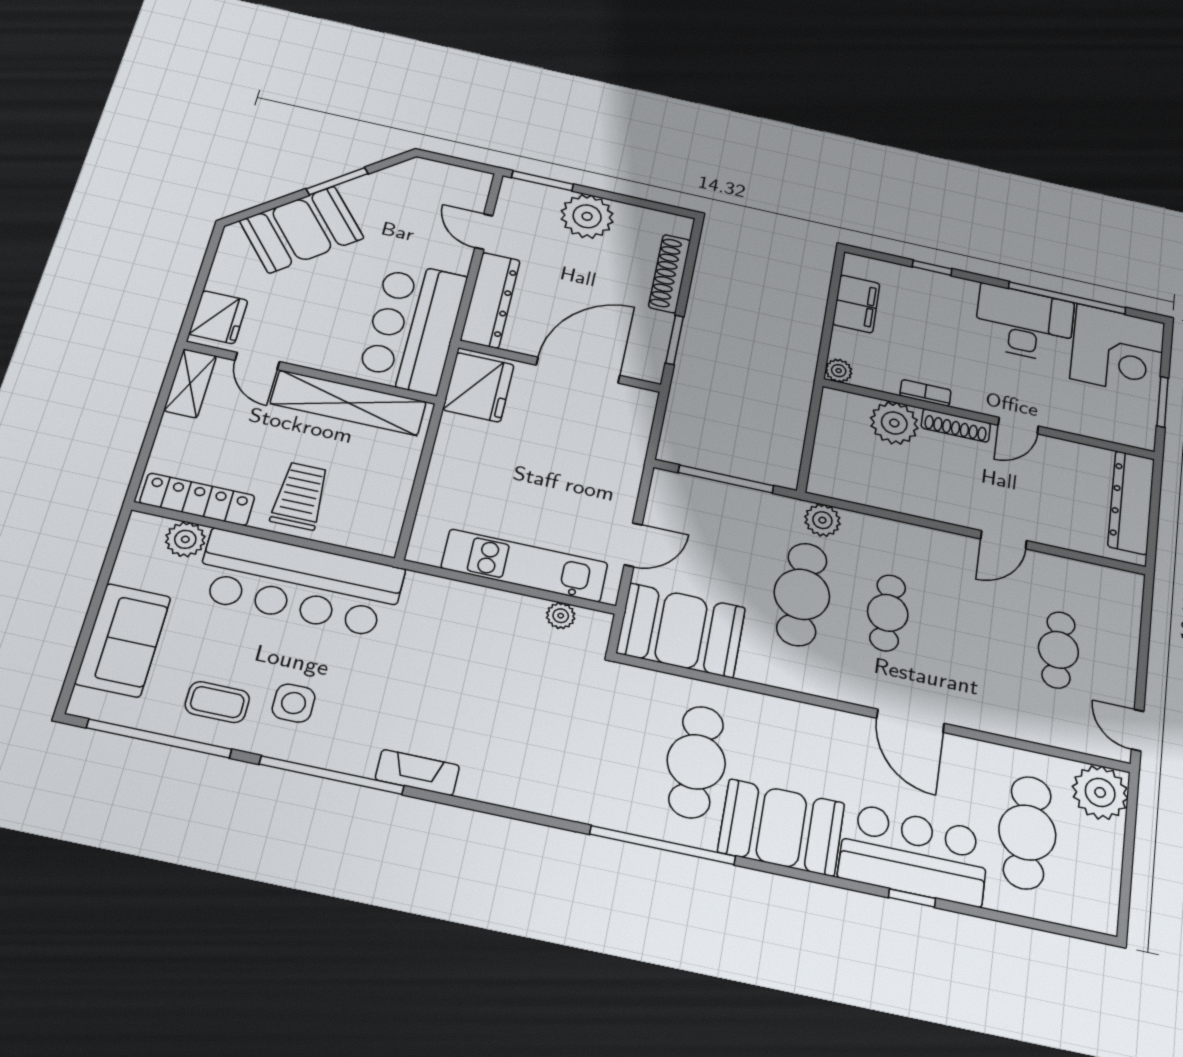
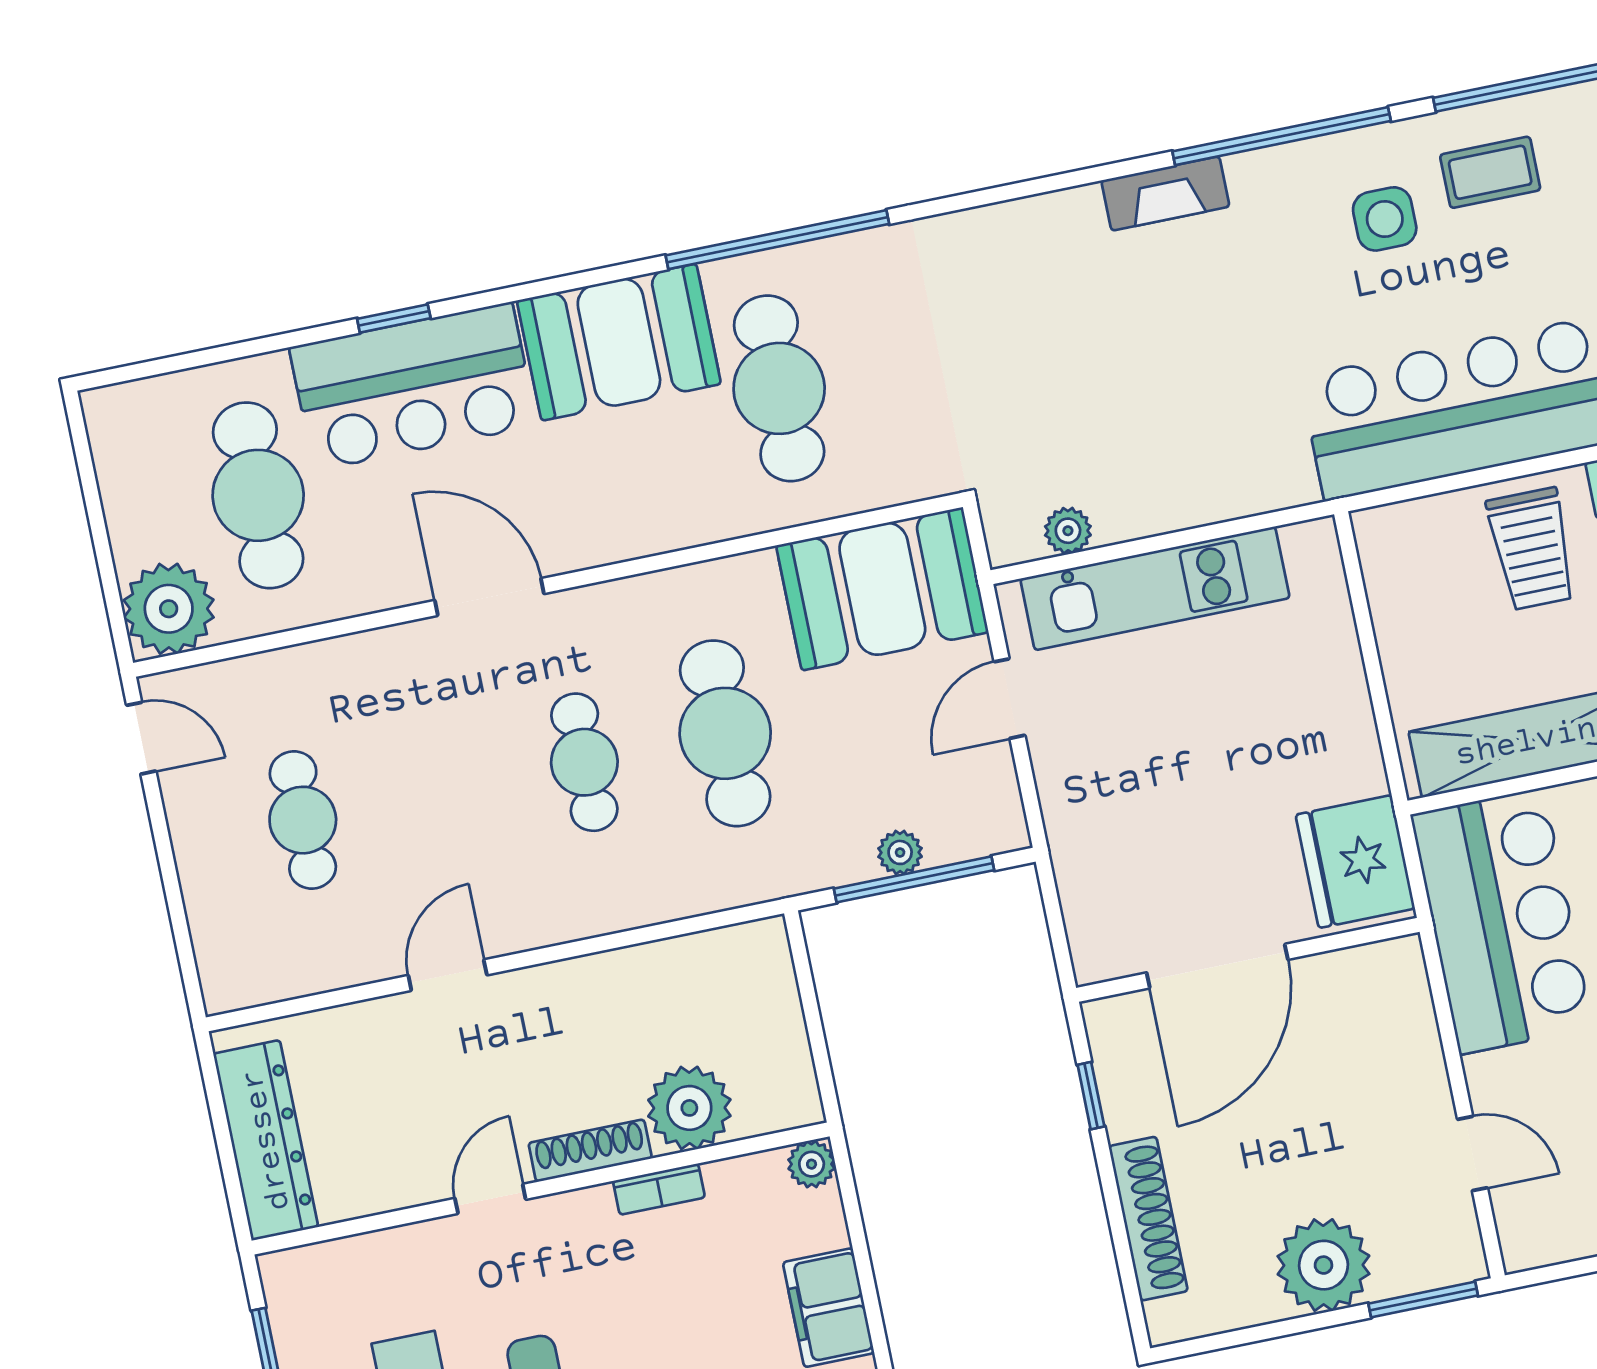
dresser: (490, 300) -> (1406, 1029), removed
window: (675, 340) -> (1091, 1096), width x0.67
plant: (822, 520) -> (900, 852), moved, width x0.73, depth x0.73

